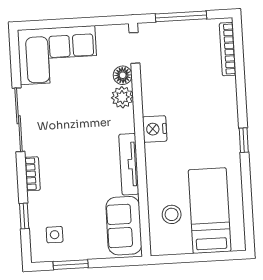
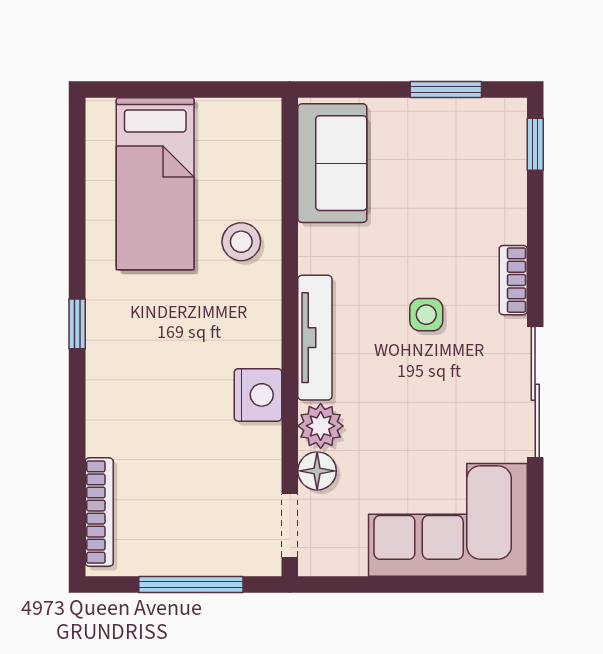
nightstand: (155, 129) -> (258, 395), moved
tv unit: (129, 164) -> (315, 338), moved
stool: (172, 214) -> (241, 242), moved
window: (24, 216) -> (535, 144), moved
side table: (55, 235) -> (426, 315), moved

